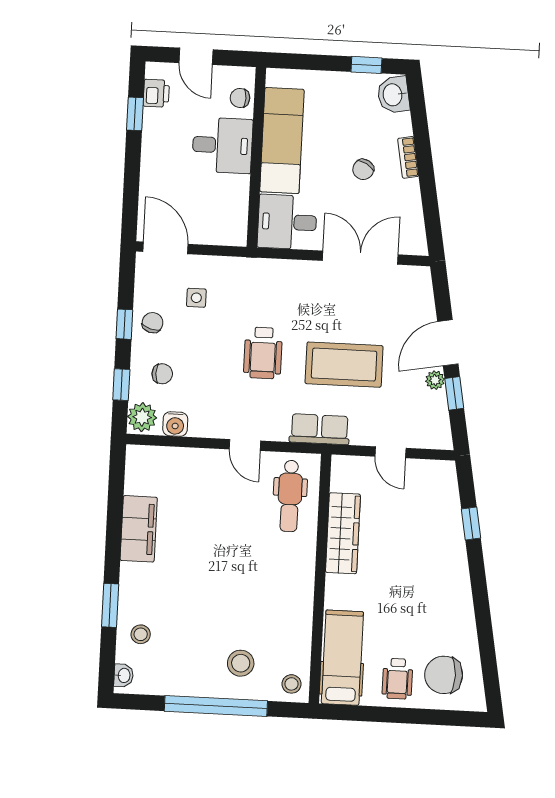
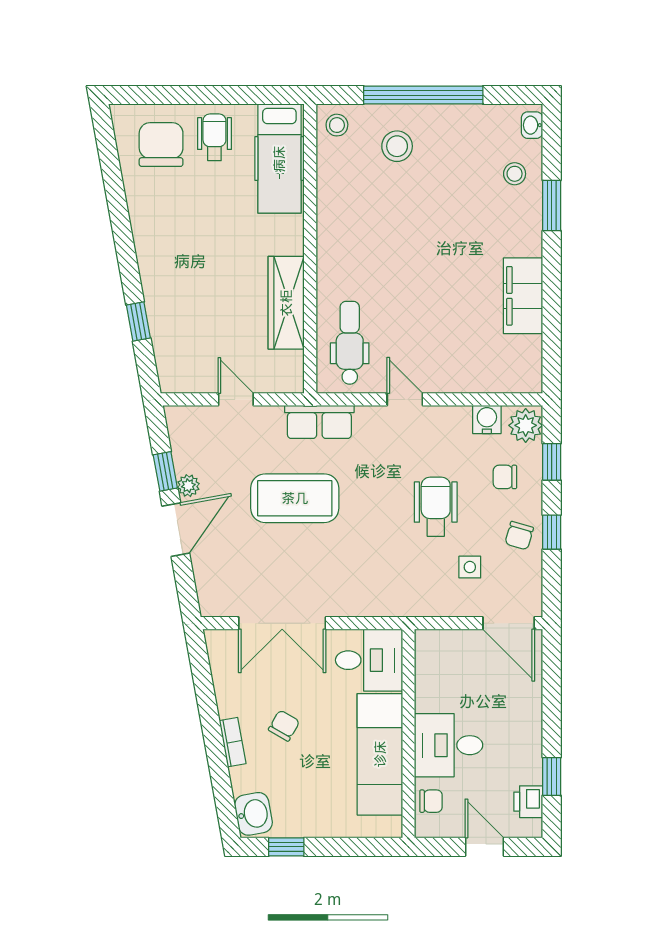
wheelchair: (263, 353) -> (436, 507), moved
chair: (444, 675) -> (161, 145), turned -90

